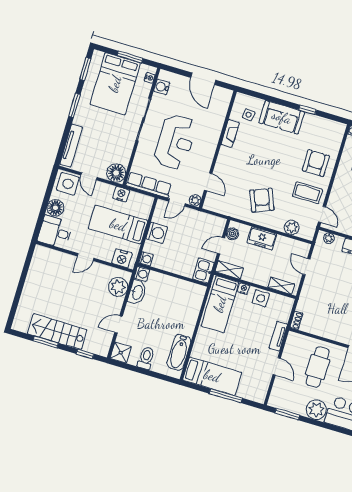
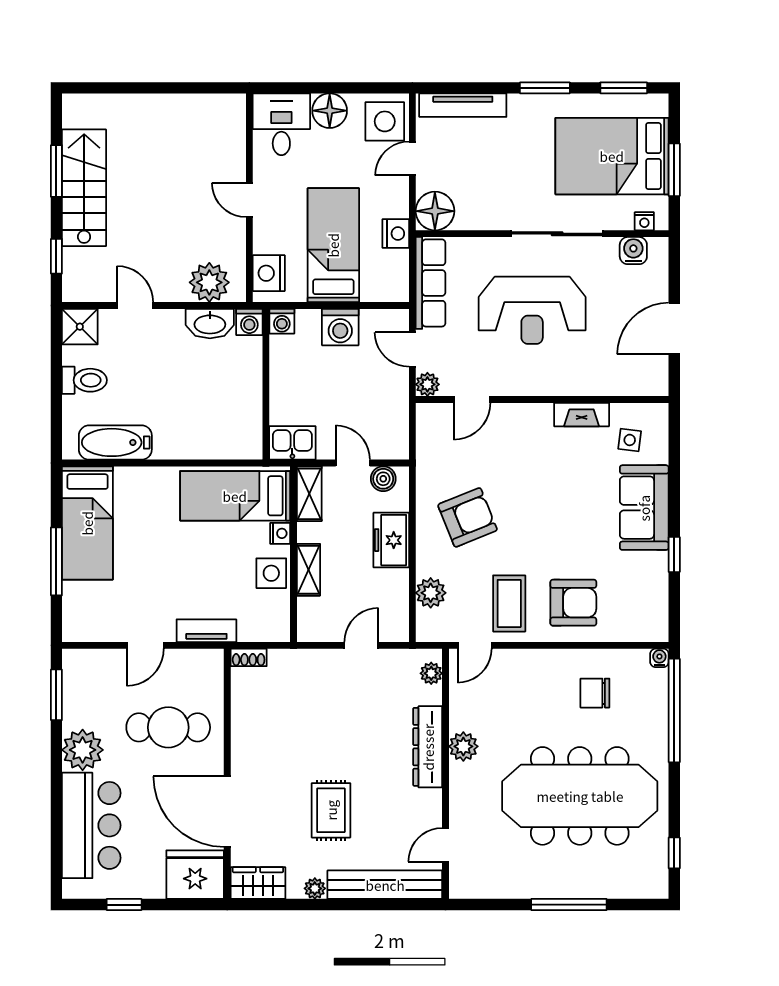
shelving: (281, 286) -> (308, 570), moved

